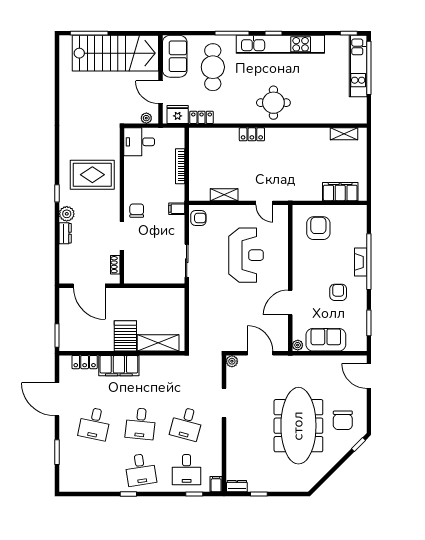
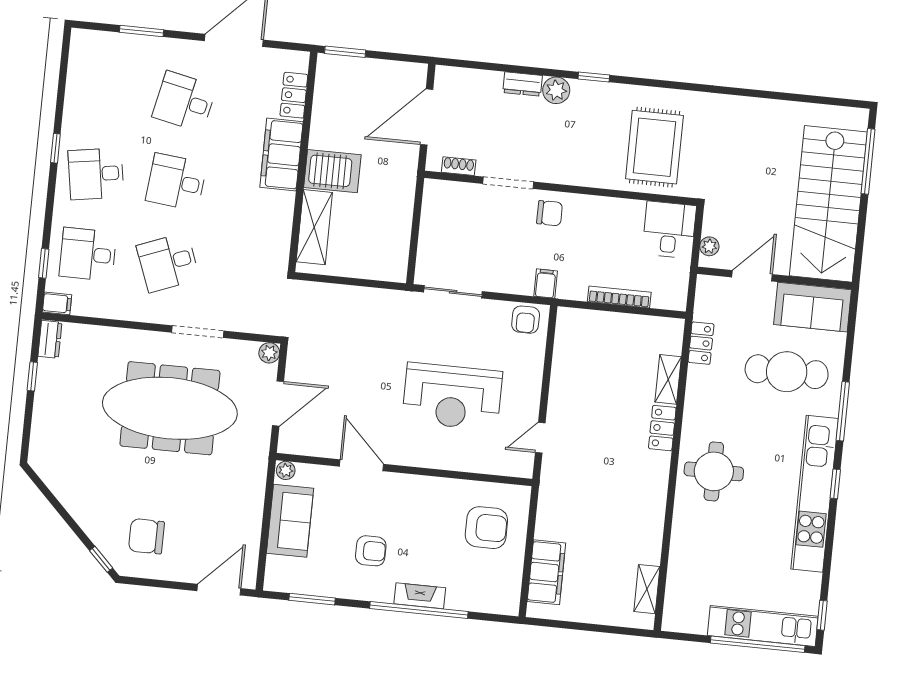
fridge: (178, 114) -> (710, 302), removed
rug: (92, 175) -> (654, 147), moved
shelving: (224, 195) -> (668, 379), moved
desk: (187, 424) -> (168, 262), turned -36
meeting table: (298, 426) -> (170, 408), moved

